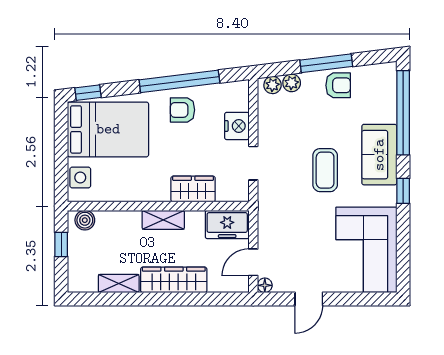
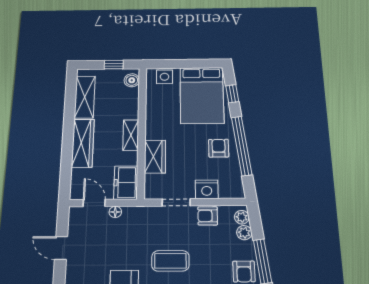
window: (88, 93) -> (232, 94), moved
armchair: (271, 126) -> (208, 216), added
shelving: (119, 283) -> (85, 97), width x1.50, depth x1.33
floor lamp: (265, 285) -> (115, 212), moved

